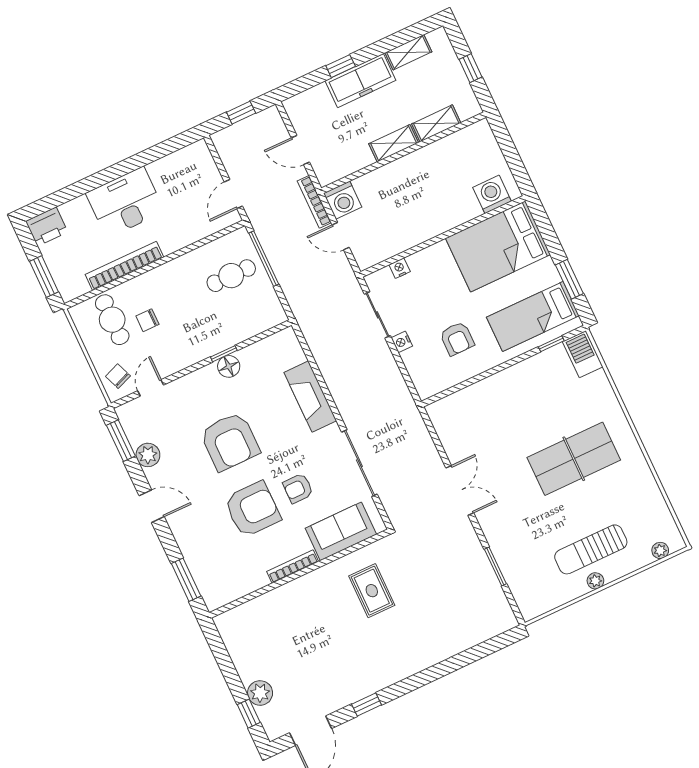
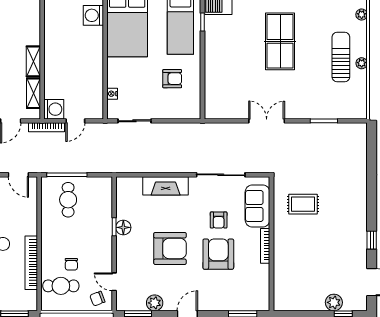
shelving: (436, 123) -> (33, 93), moved
nightstand: (402, 342) -> (158, 114), removed
sun lounger: (591, 549) -> (341, 57), turned 180

